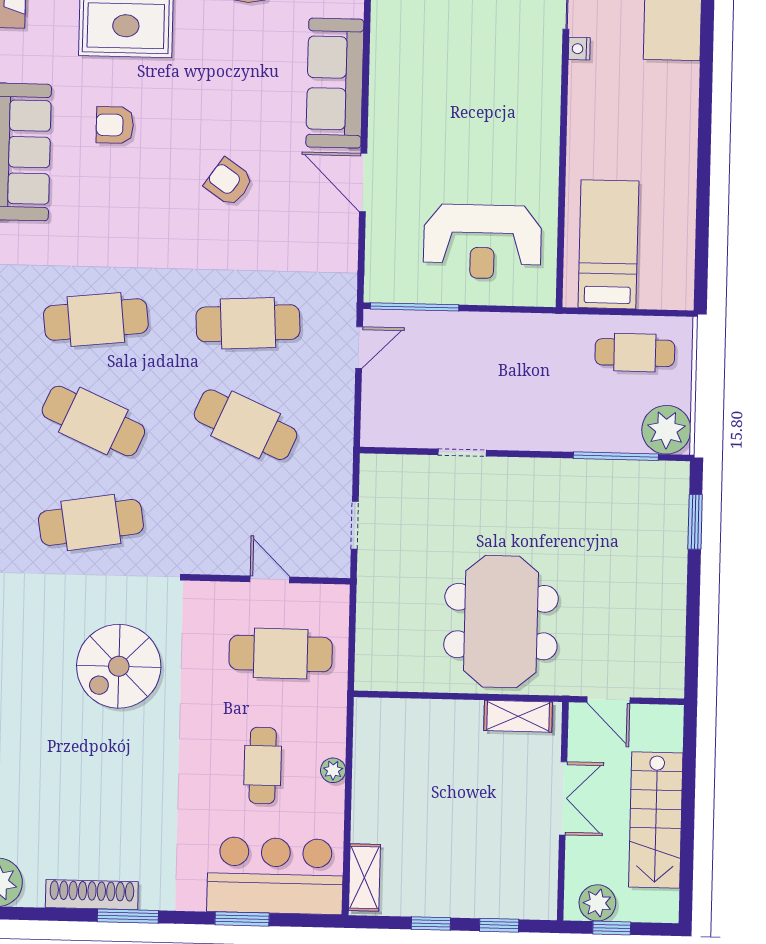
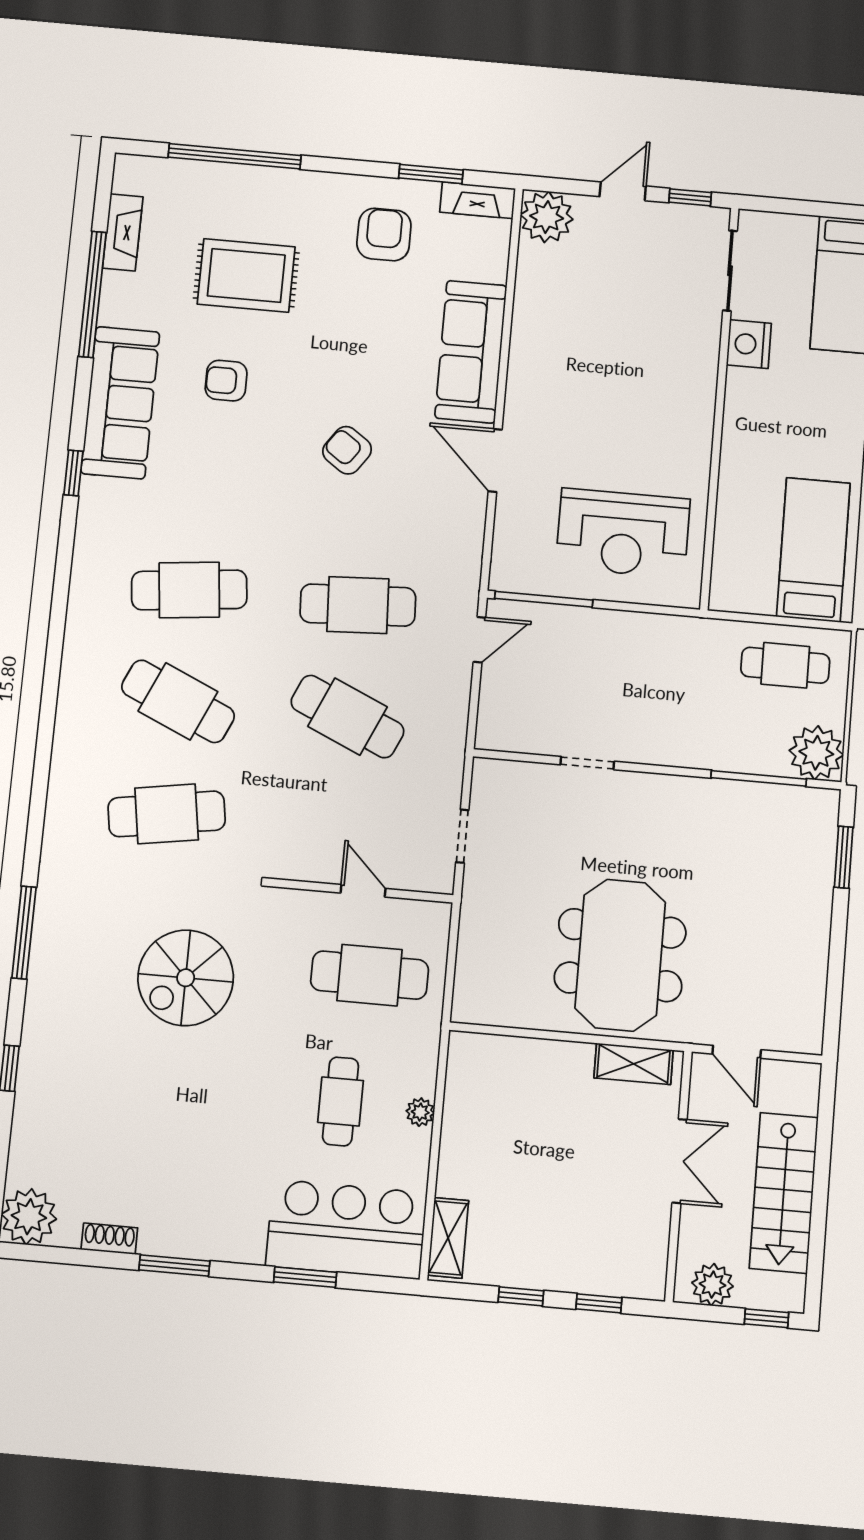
nightstand: (579, 49) -> (749, 344), width x1.89, depth x1.79
bed: (608, 244) -> (813, 550), moved
shoe rack: (92, 895) -> (109, 1239), width x0.51, depth x0.81
window: (612, 928) -> (766, 1318), moved

